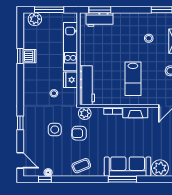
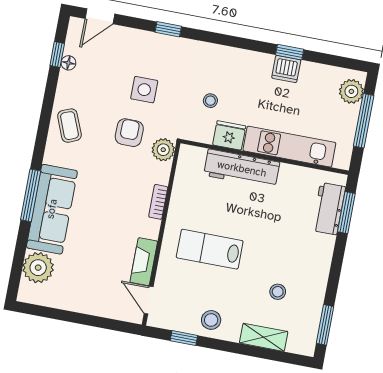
workbench: (87, 85) -> (242, 169), moved
fireplace: (135, 113) -> (144, 262), moved

